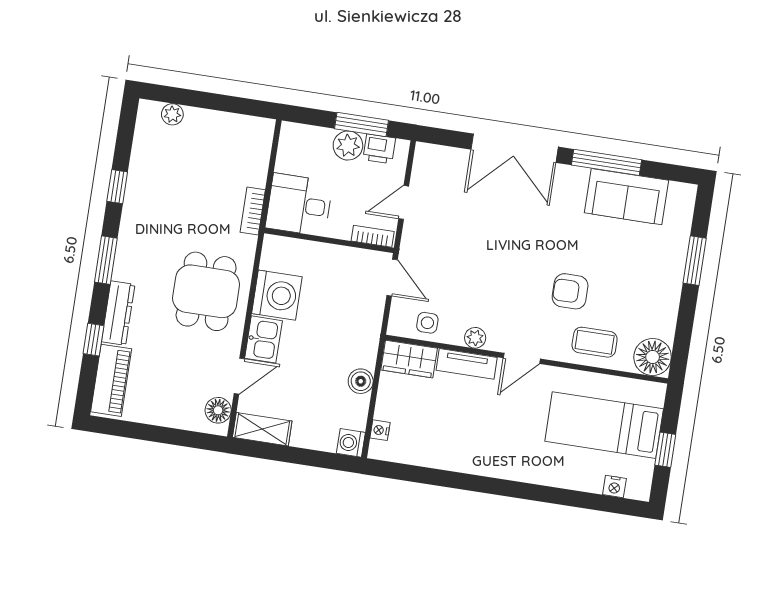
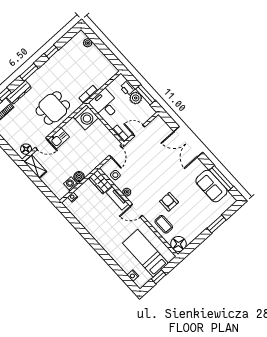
printer: (379, 149) -> (127, 88), moved
window: (607, 162) -> (221, 178), moved
washing machine: (277, 295) -> (86, 117), moved
washing machine: (351, 443) -> (71, 184), moved

